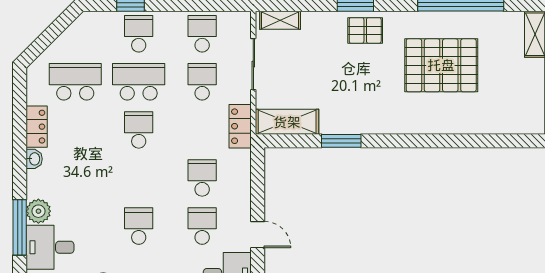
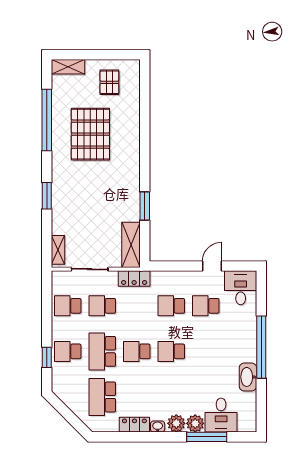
pallet: (365, 30) -> (109, 82), moved
plant: (39, 185) -> (176, 423), added
school desk: (139, 226) -> (171, 351), moved

